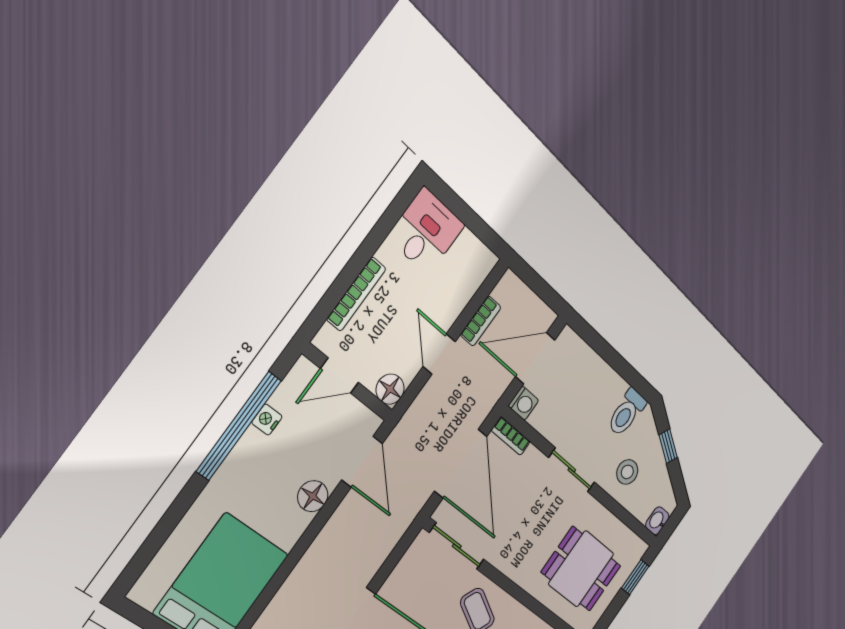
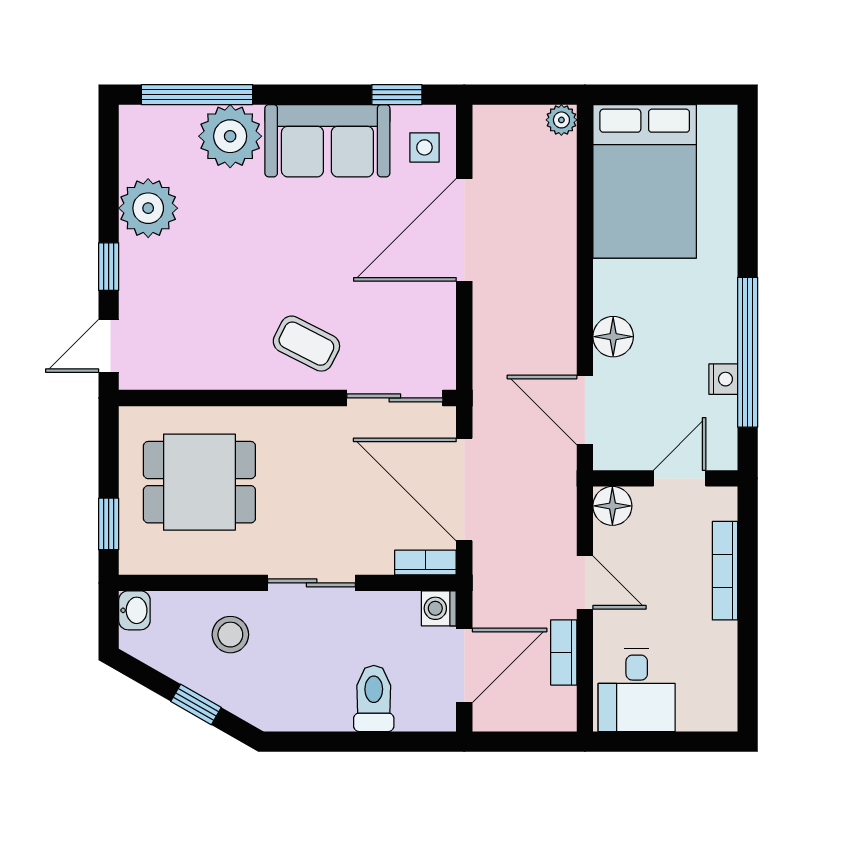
desk: (426, 231) -> (637, 690), moved
toilet: (627, 412) -> (374, 698), moved

